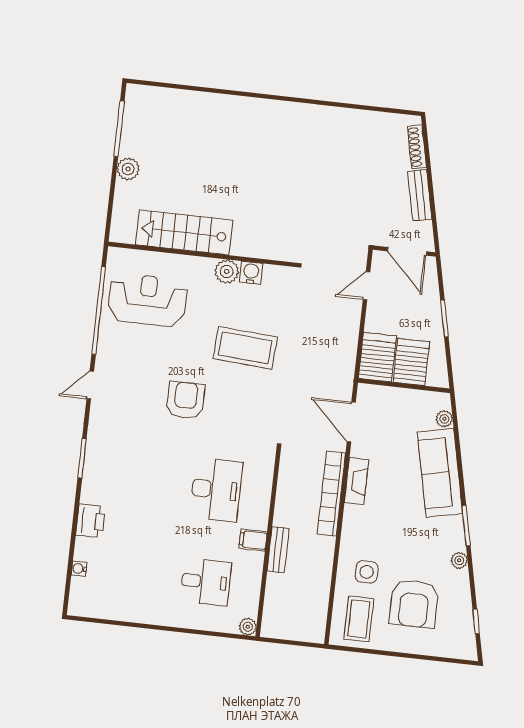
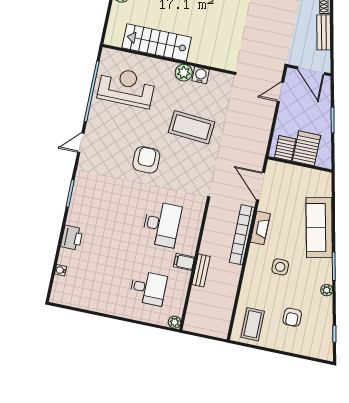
server rack: (377, 357) -> (285, 148), width x0.73, depth x0.70
plant: (444, 419) -> (326, 190), removed
side table: (367, 572) -> (280, 267), moved
armchair: (414, 604) -> (292, 317), width x0.53, depth x0.53

